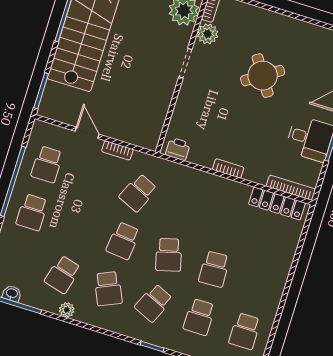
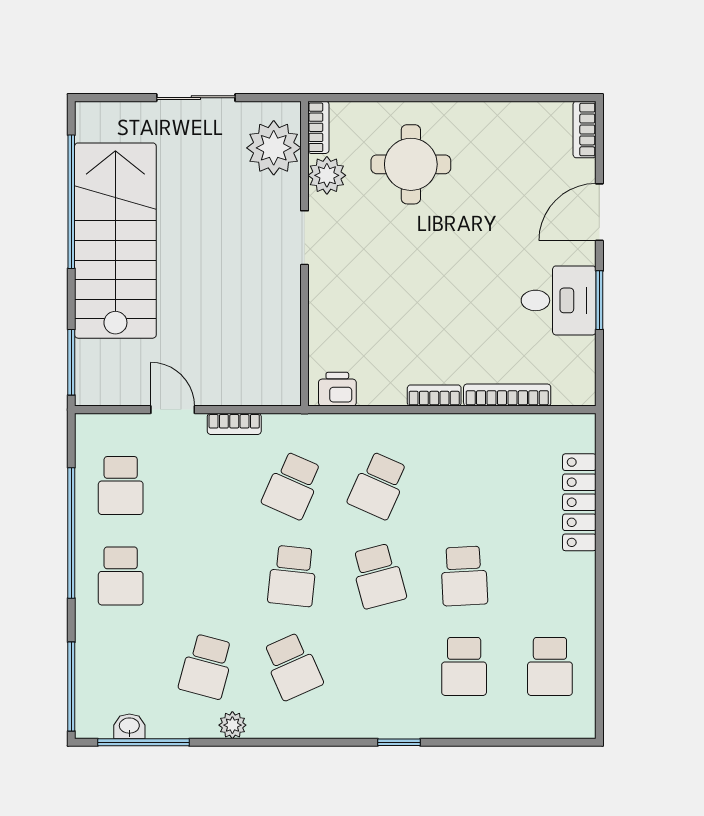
round table: (263, 76) -> (411, 164), moved, turned 33
bookcase: (291, 188) -> (507, 395), moved
locker: (277, 204) -> (579, 502), moved, turned 90
school desk: (154, 303) -> (378, 485), moved

